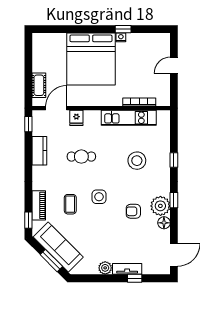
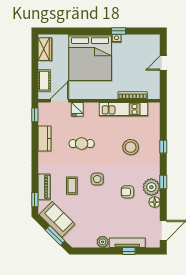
wardrobe: (40, 50) -> (45, 49), added
sofa: (58, 247) -> (57, 219), width x0.73
tv unit: (127, 269) -> (127, 243), width x1.41

